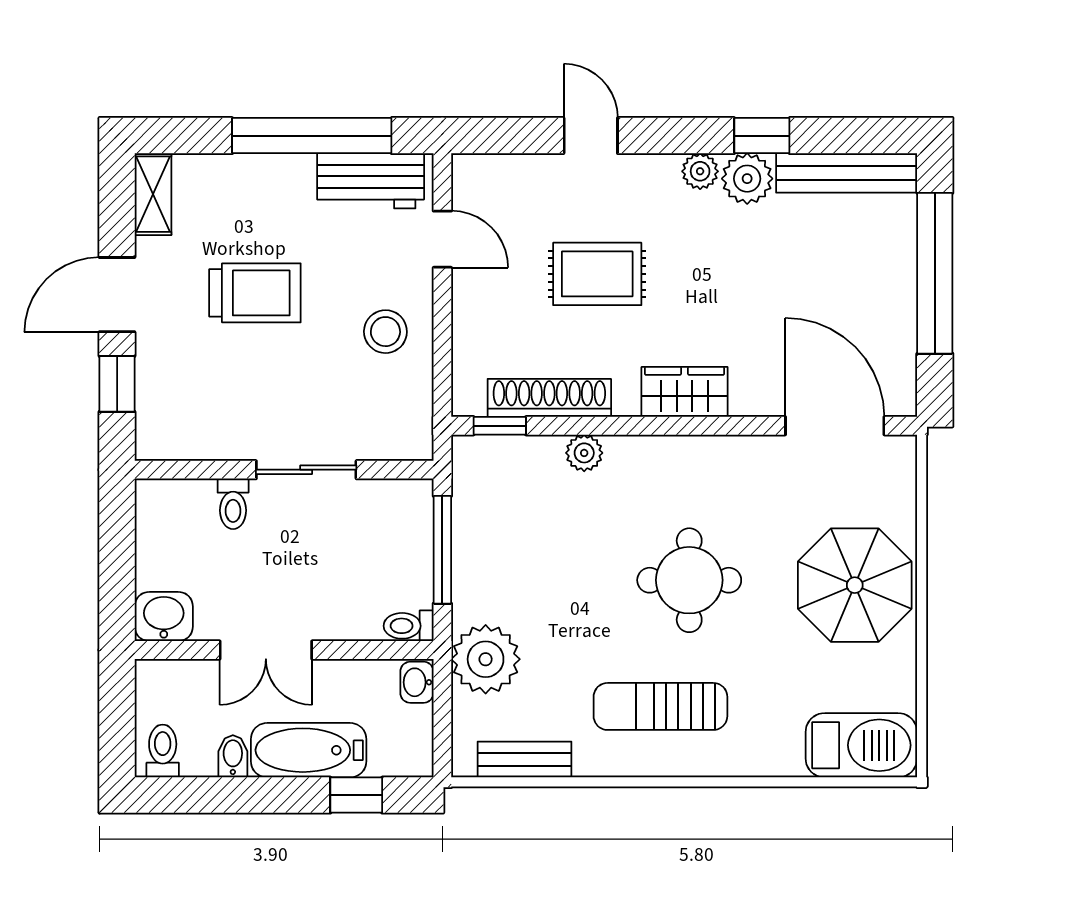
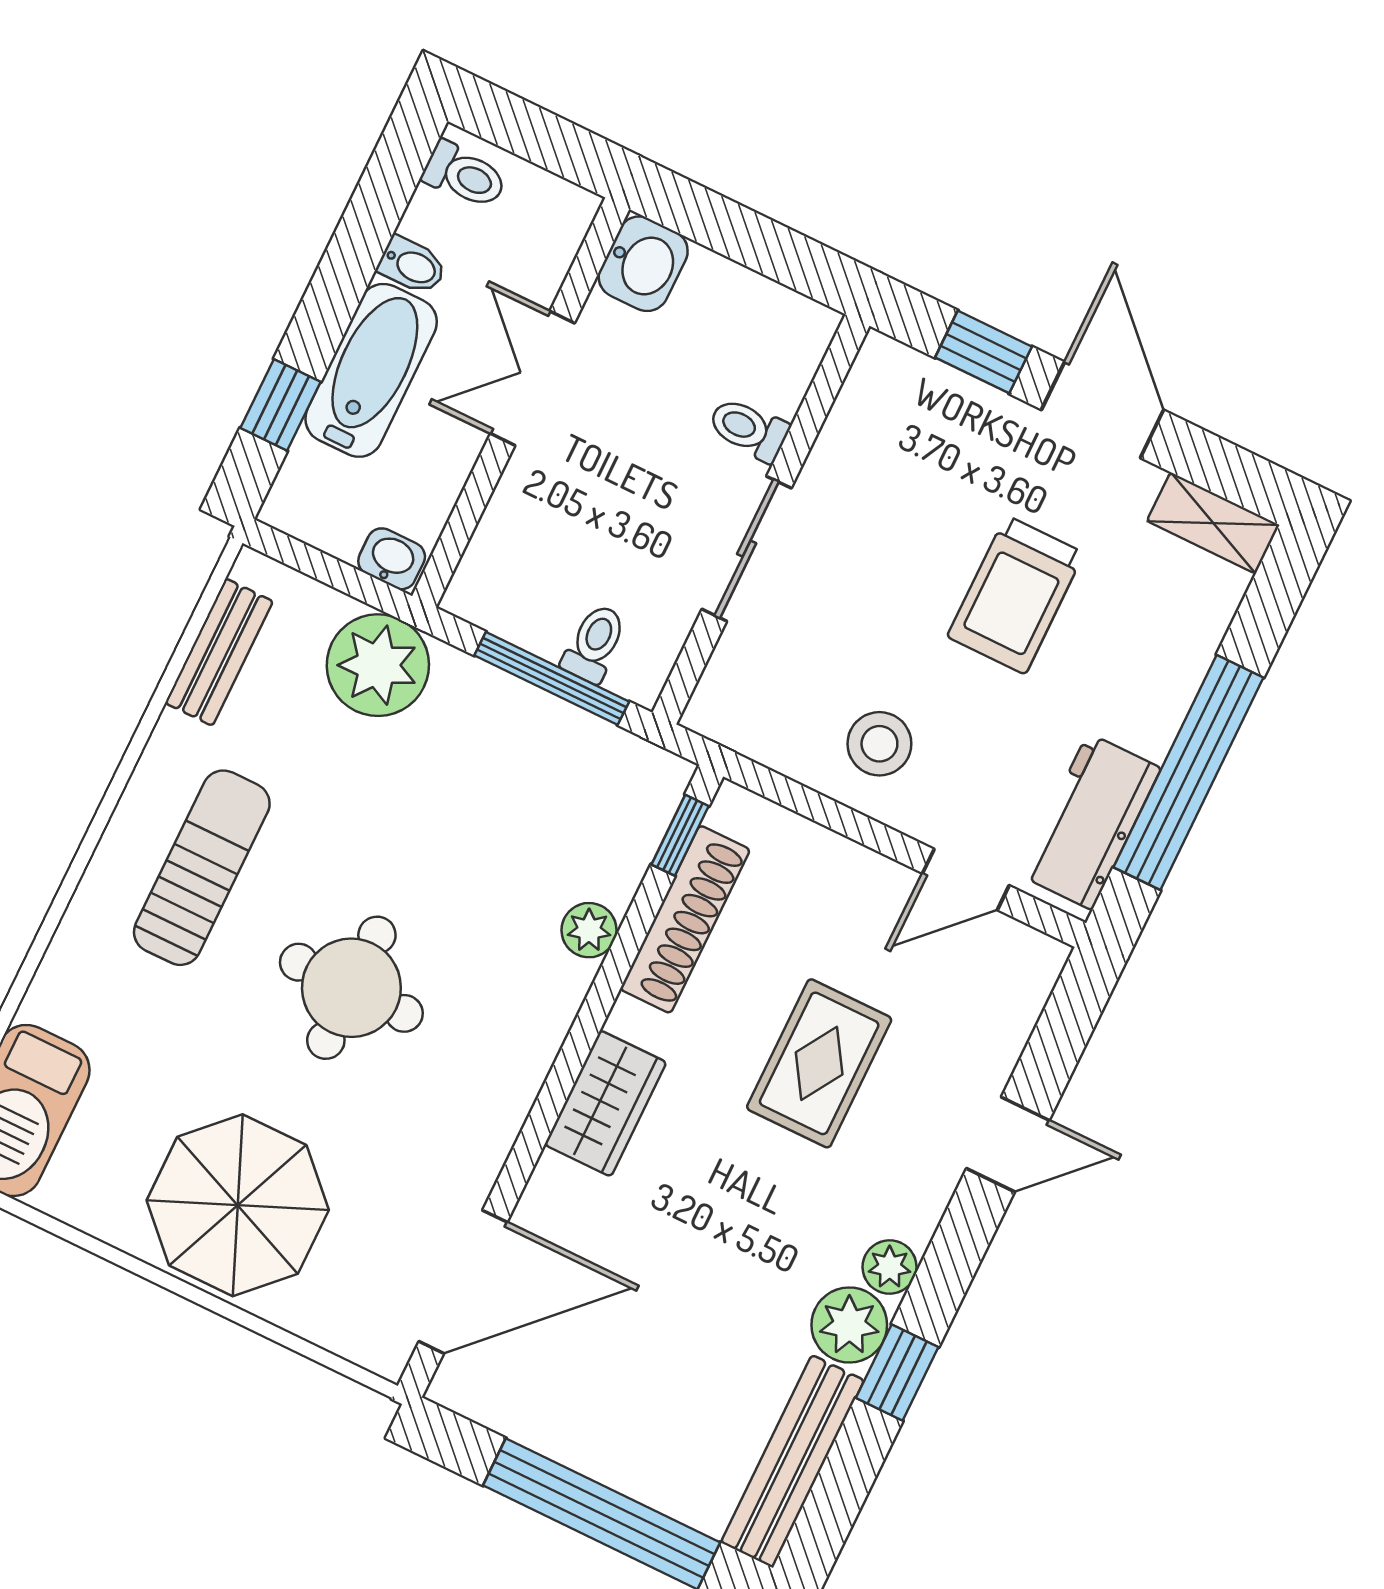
toilet: (409, 626) -> (594, 643), moved

